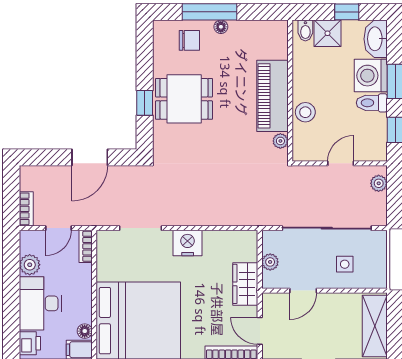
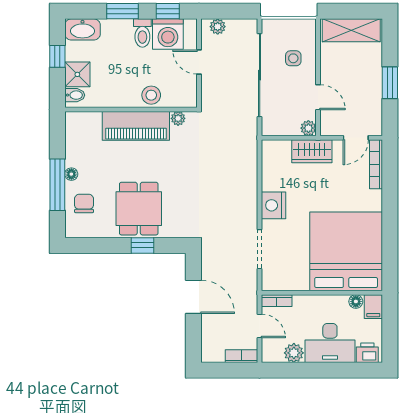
washing machine: (371, 76) -> (168, 34), moved
plant: (270, 262) -> (308, 128), moved

